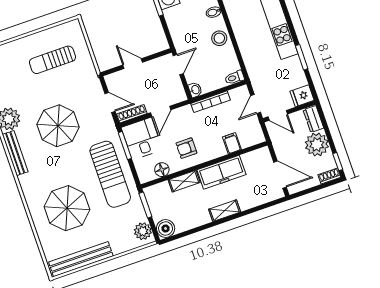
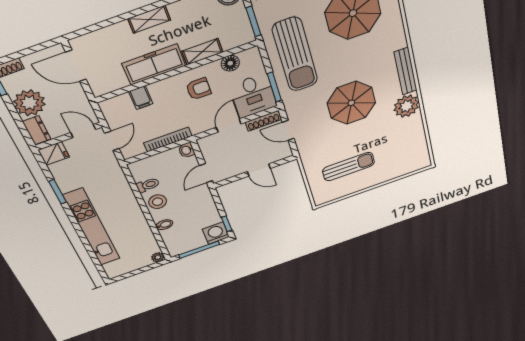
toilet: (234, 77) -> (148, 185), moved
sun lounger: (110, 174) -> (295, 55), turned 180

